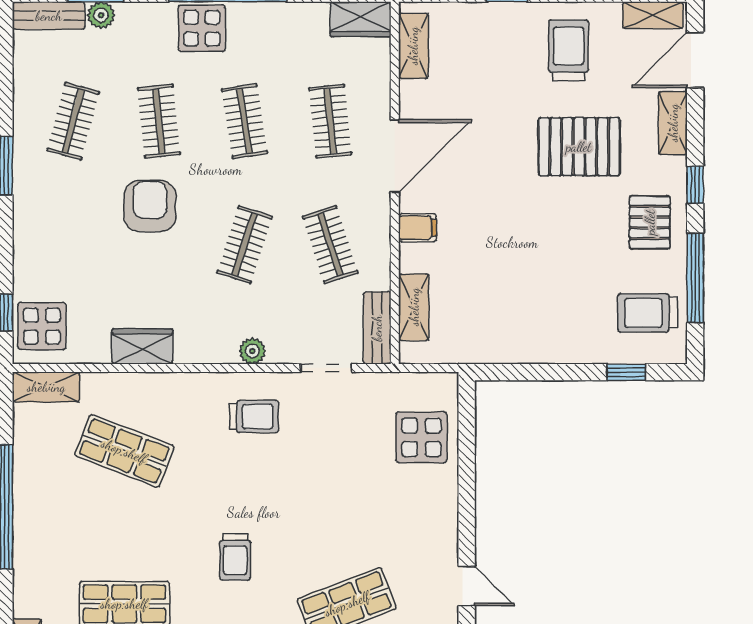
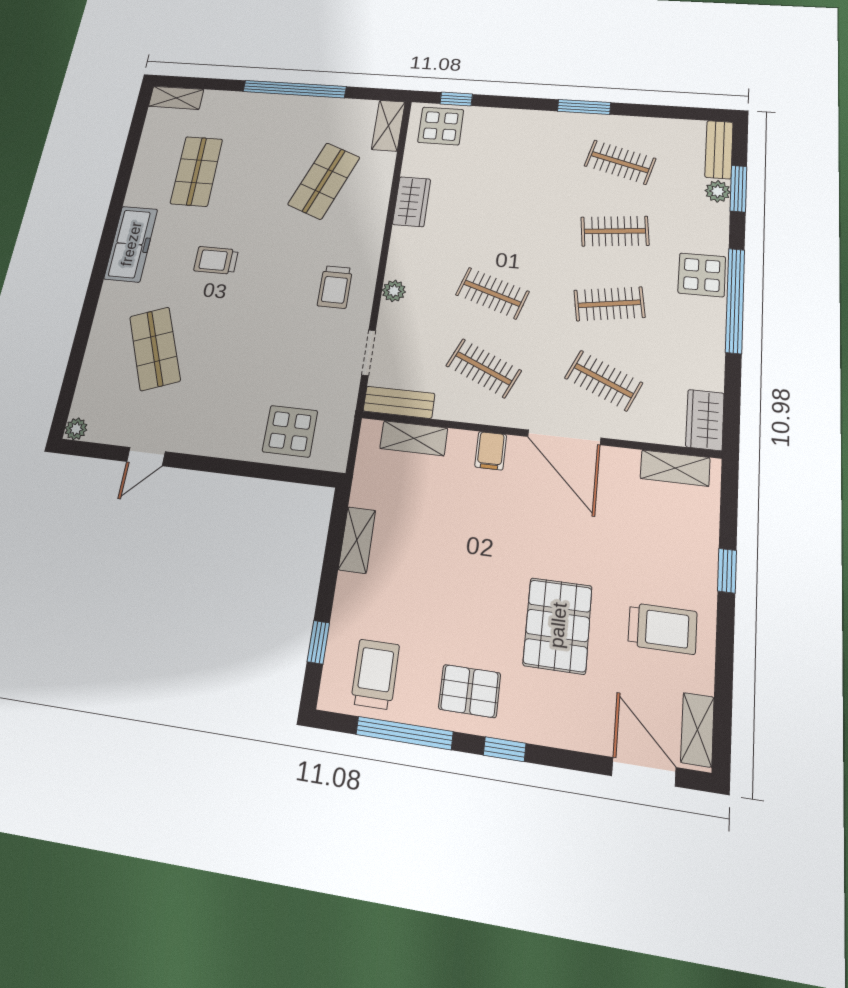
clothes rail: (330, 121) -> (604, 381), turned 30
shelving: (673, 123) -> (357, 540), moved, turned 90
armchair: (150, 206) -> (537, 218), removed
clothes rail: (330, 245) -> (484, 368), turned 42

